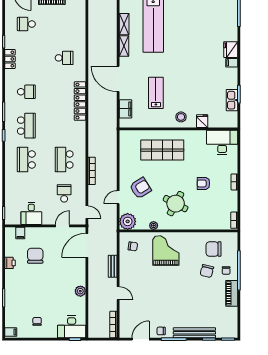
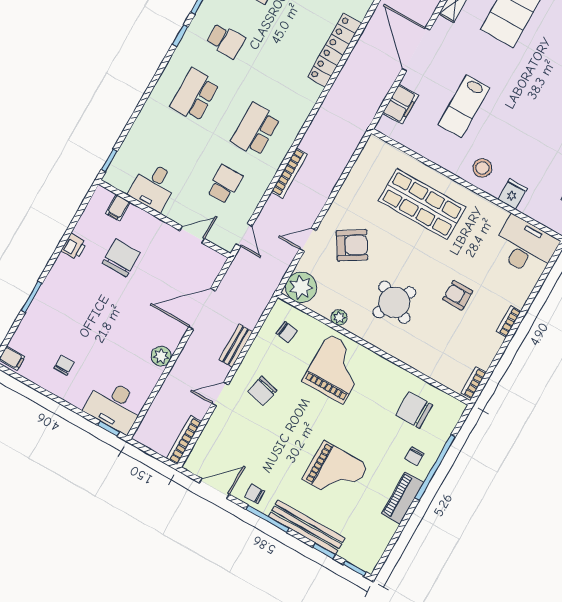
lab bench: (156, 93) -> (464, 106), turned 180
school desk: (26, 126) -> (226, 41), width x0.54
door: (87, 245) -> (202, 309), moved
chair: (207, 271) -> (262, 391), moved
door: (118, 293) -> (220, 394), swing flipped
grand piano: (193, 299) -> (335, 472), added

